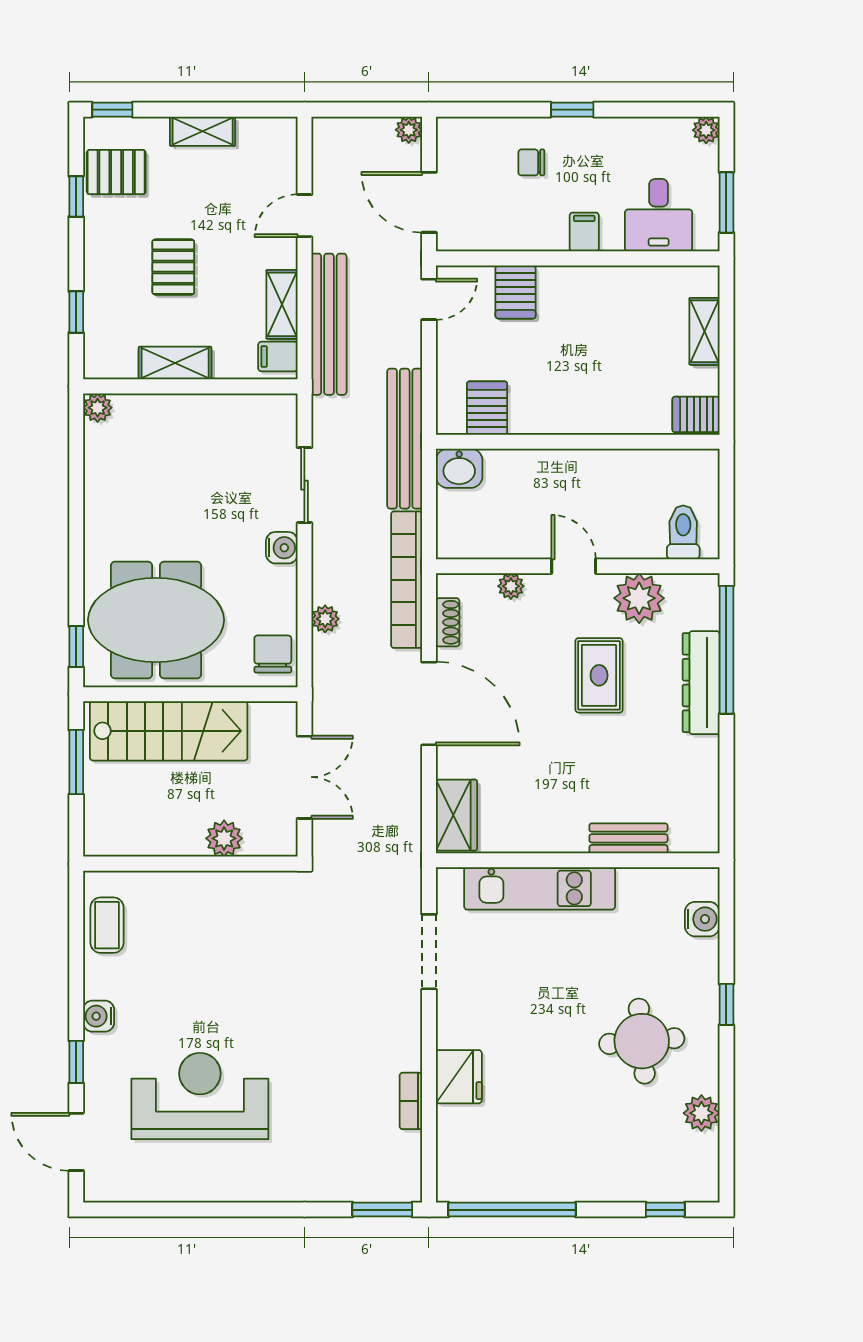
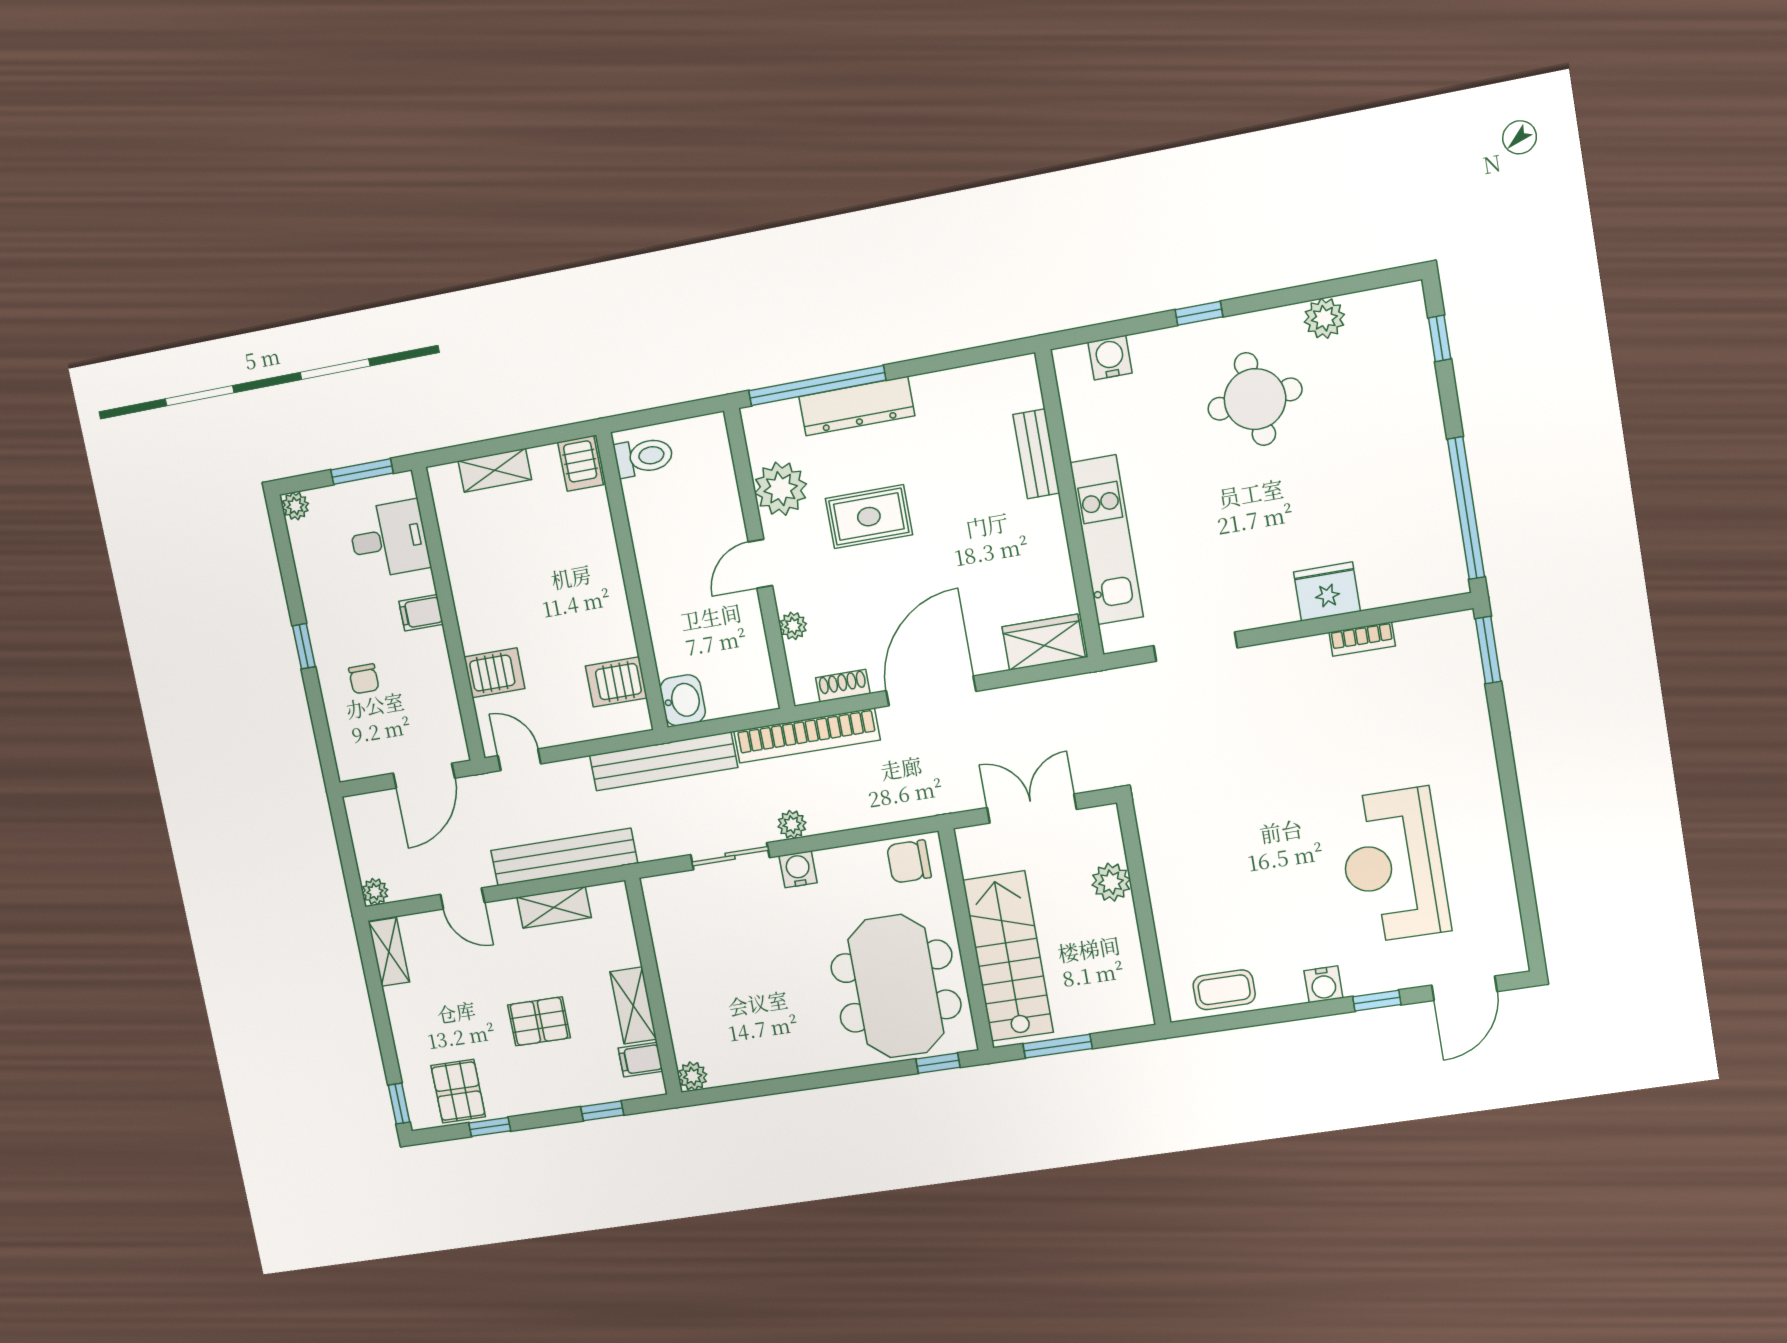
plant: (409, 130) -> (375, 892), moved
shelving: (203, 131) -> (389, 952), moved
filing cabinet: (278, 357) -> (640, 1060), moved, turned 90
toilet: (683, 532) -> (644, 457), moved, turned 180
plant: (325, 619) -> (792, 825), moved

